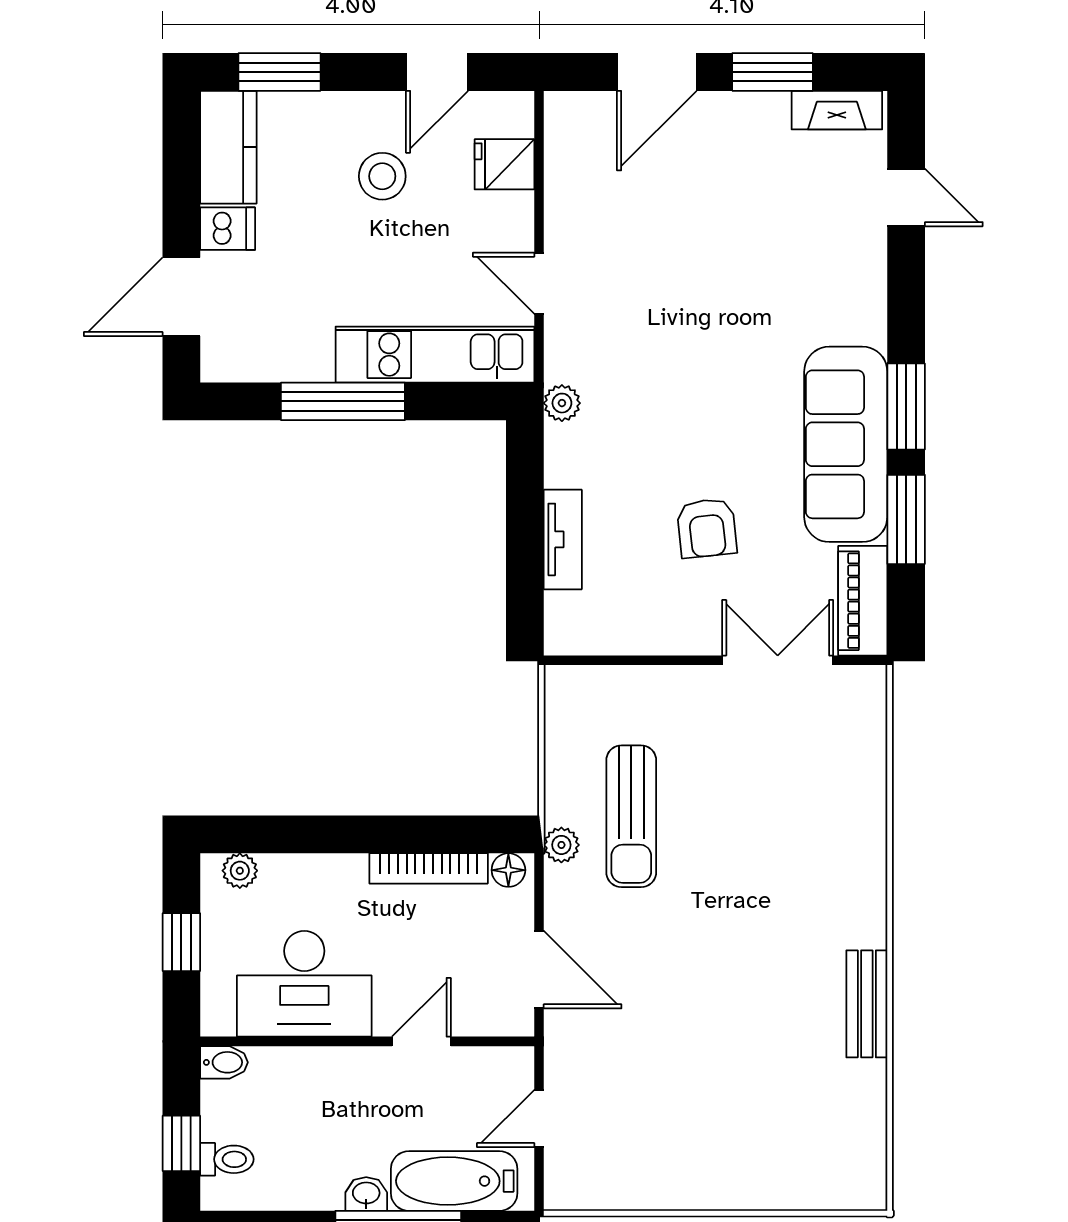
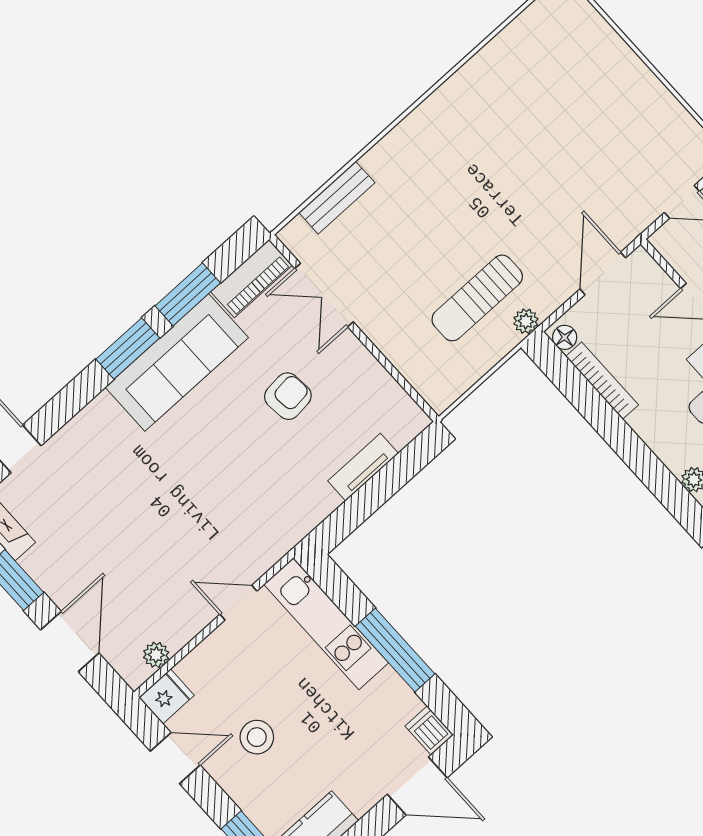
door: (657, 72) -> (70, 641), hinge flipped
fridge: (504, 164) -> (166, 696), moved, turned -90
dishwasher: (228, 229) -> (429, 730), moved
door: (539, 283) -> (238, 603), swing flipped
plant: (562, 403) -> (156, 655), moved
sun lounger: (631, 816) -> (477, 298), turned 180
bench: (867, 1004) -> (337, 198), moved

